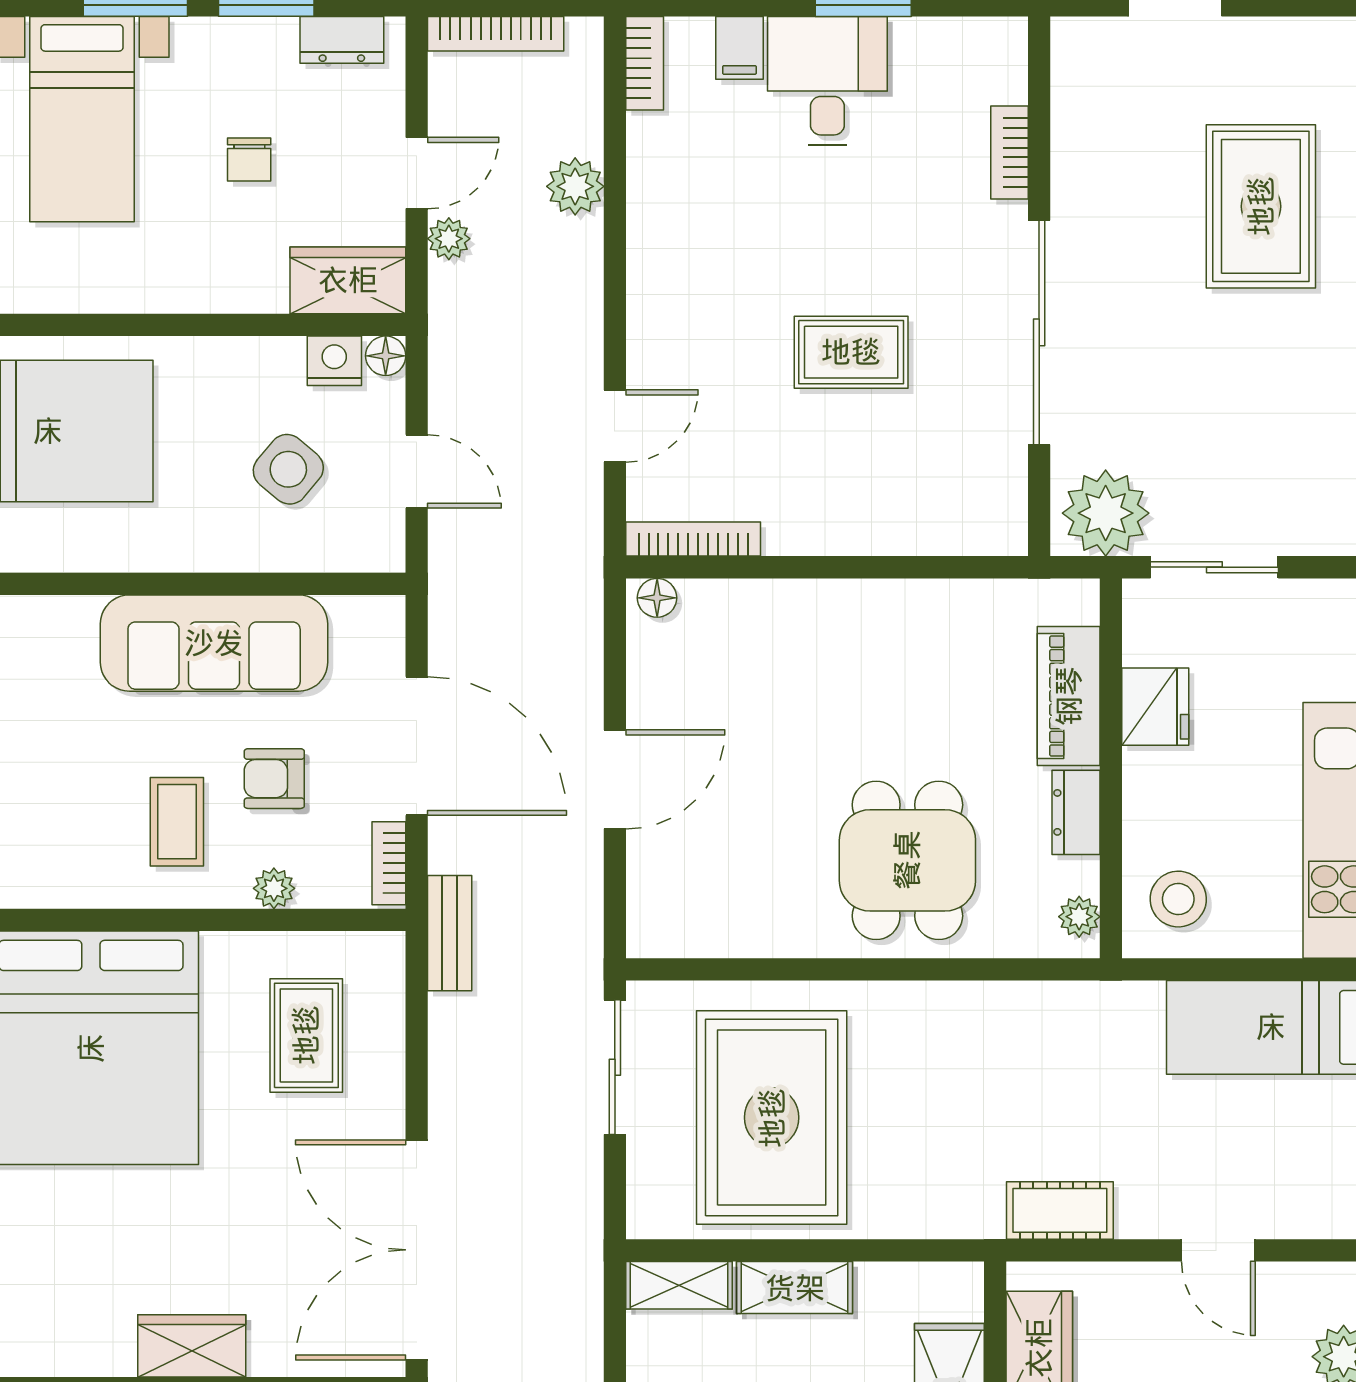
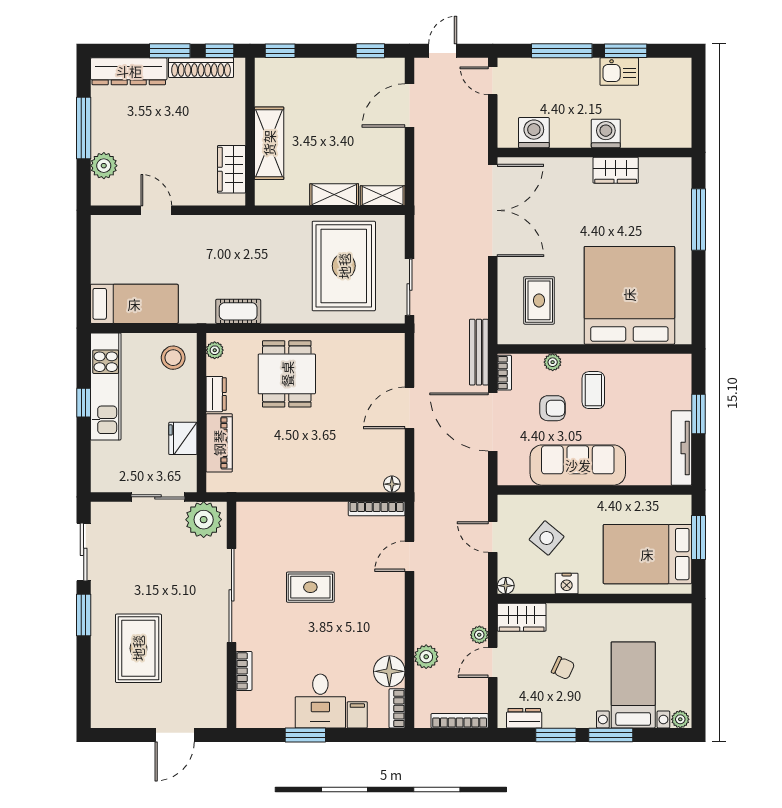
floor lamp: (663, 152) -> (389, 671), added
chair: (249, 160) -> (563, 668), turned 115
nightstand: (334, 361) -> (567, 584), moved
bench: (450, 933) -> (479, 352), width x1.36
cot: (1060, 1210) -> (238, 311), moved
wardrobe: (192, 1346) -> (616, 170), moved

